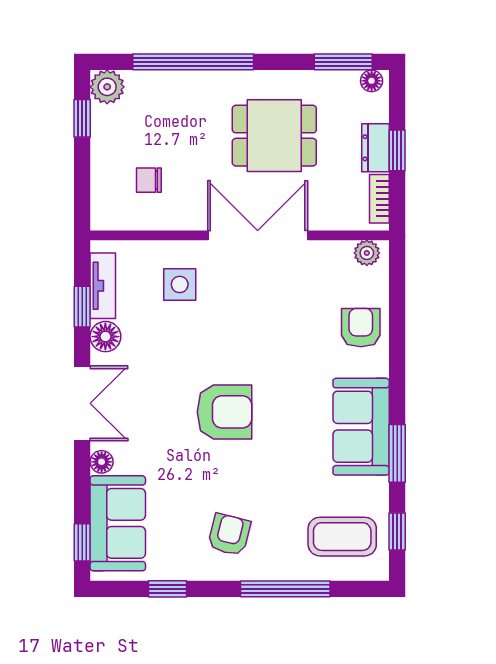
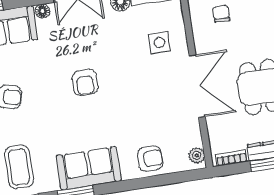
armchair: (225, 412) -> (85, 82), width x0.72, depth x0.72

